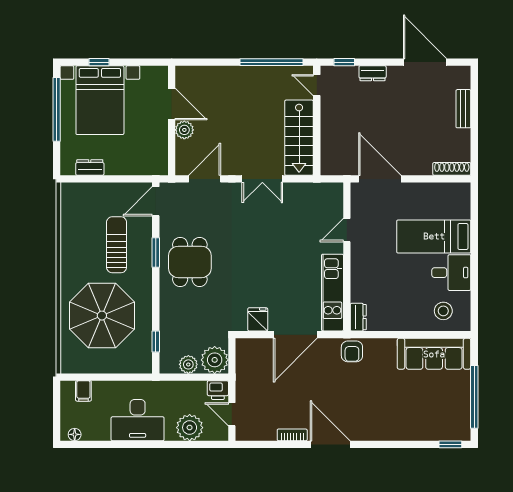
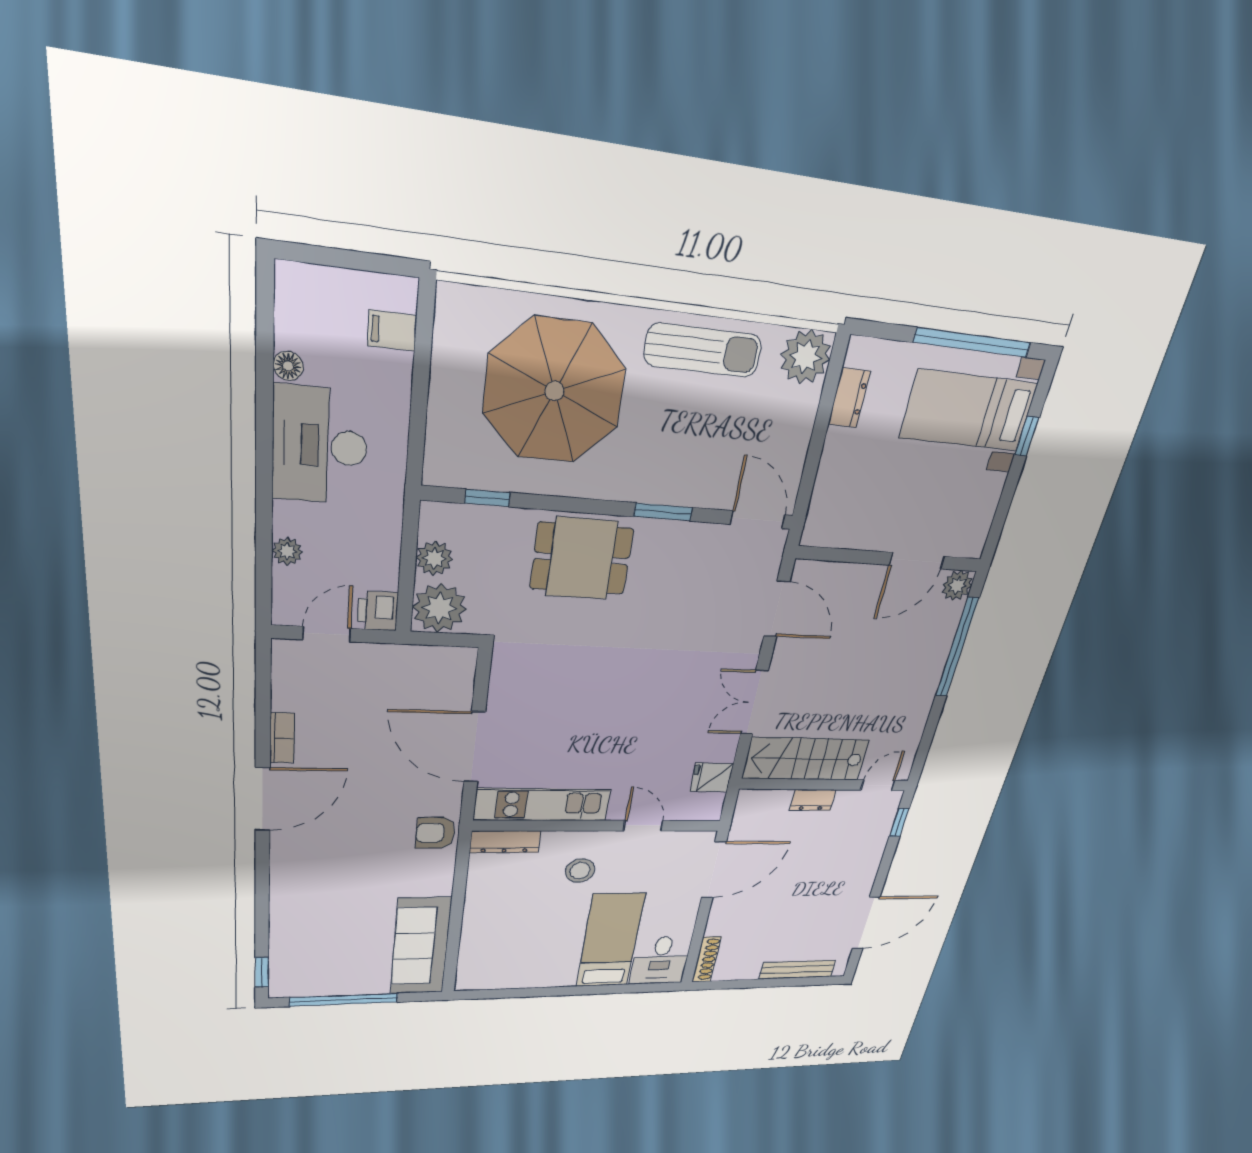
window: (272, 62) -> (957, 648), moved
dresser: (373, 73) -> (813, 800), moved, turned -90
bed with nightstands: (100, 100) -> (969, 411), width x0.73
bench: (463, 109) -> (798, 970), width x1.36
plant: (184, 130) -> (957, 585), moved
plant: (73, 195) -> (806, 357), added
sun lounger: (117, 245) -> (703, 350), moved
dining table: (190, 262) -> (582, 559), moved
desk: (451, 273) -> (660, 960), moved
stool: (443, 311) -> (580, 871), moved
dresser: (358, 317) -> (505, 842), width x1.44
fridge: (258, 319) -> (712, 778), moved, turned 180
plant: (190, 428) -> (287, 551), width x0.53, depth x0.53
floor lamp: (75, 434) -> (288, 366), moved

